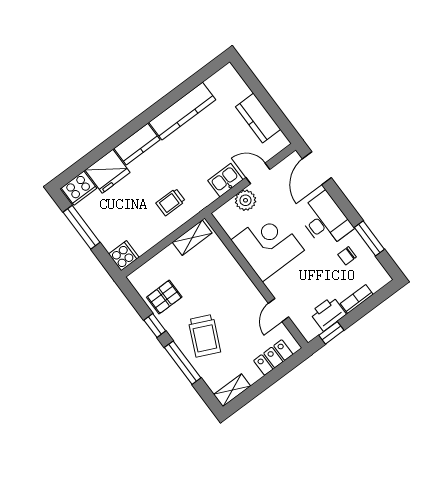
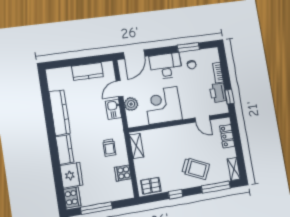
door: (317, 168) -> (134, 54), hinge flipped
cooker: (124, 256) -> (123, 173), moved, turned -90
pallet: (164, 297) -> (151, 186), moved, turned 90
window: (183, 363) -> (216, 187), moved

